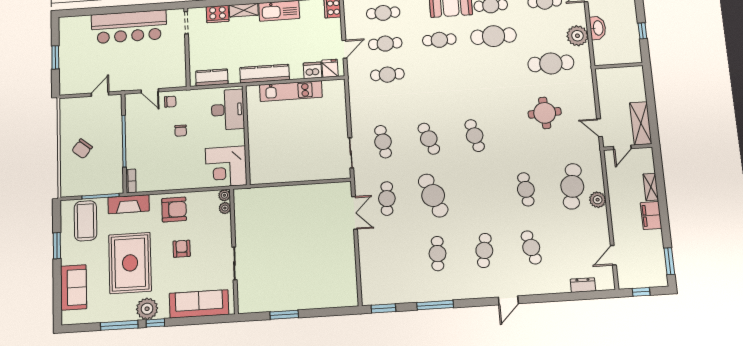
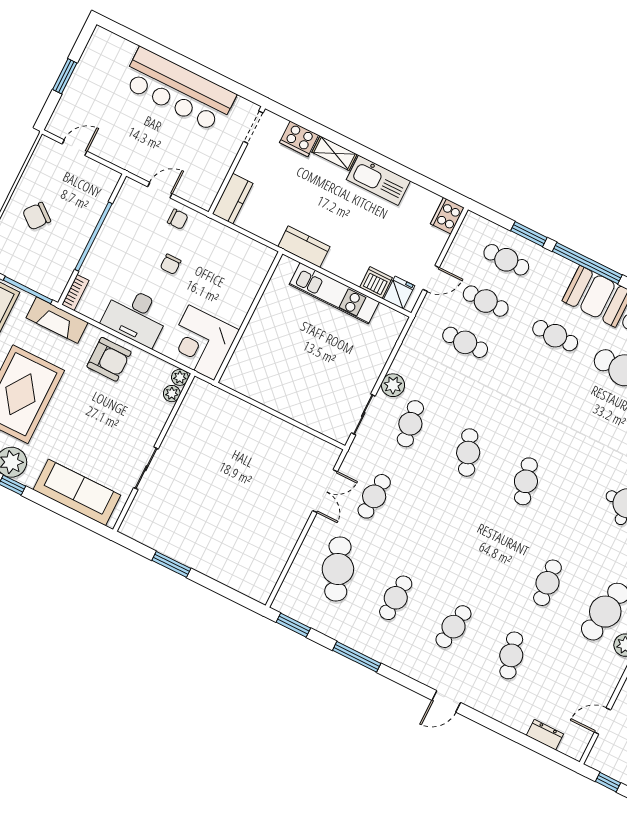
kitchen counter: (265, 74) -> (304, 247), width x0.67
kitchen counter: (212, 77) -> (233, 199), moved, turned 90
door: (150, 91) -> (160, 190), swing flipped
door: (100, 94) -> (75, 148), moved
desk: (228, 110) -> (136, 316), moved, turned 90
plant: (359, 125) -> (393, 385), added
cafe table: (433, 195) -> (338, 569), moved
armchair: (182, 249) -> (92, 413), removed

